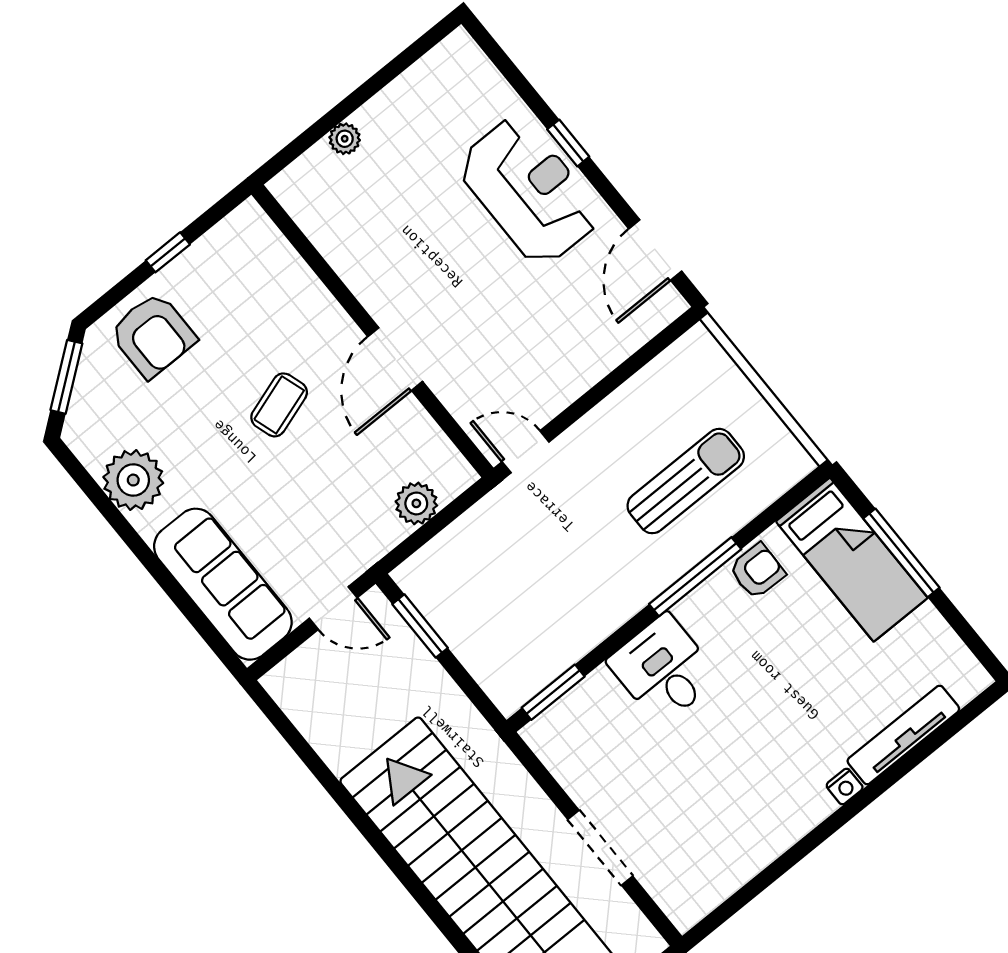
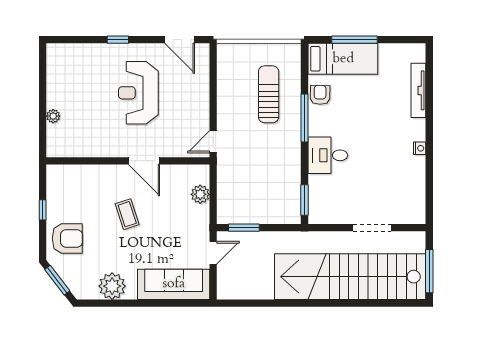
reception desk: (529, 191) -> (138, 93), moved, turned -90
nightstand: (845, 787) -> (420, 148), moved

